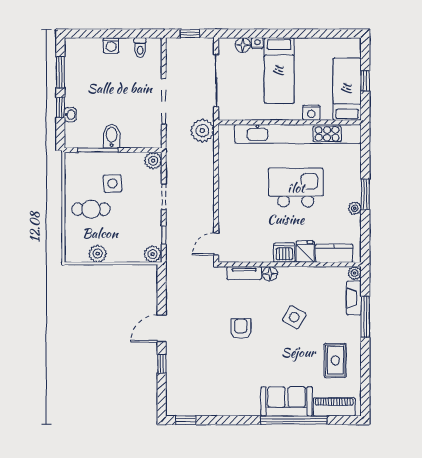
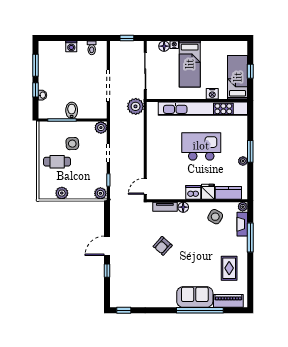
side table: (294, 317) -> (215, 217), moved
armchair: (241, 329) -> (163, 246), turned -138

